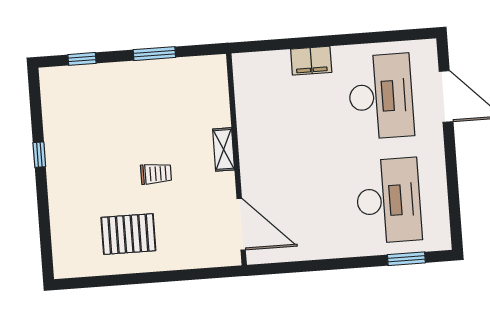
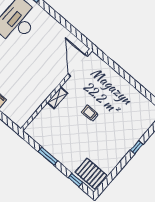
window: (39, 155) -> (137, 147), moved
pallet: (128, 234) -> (91, 174), moved

